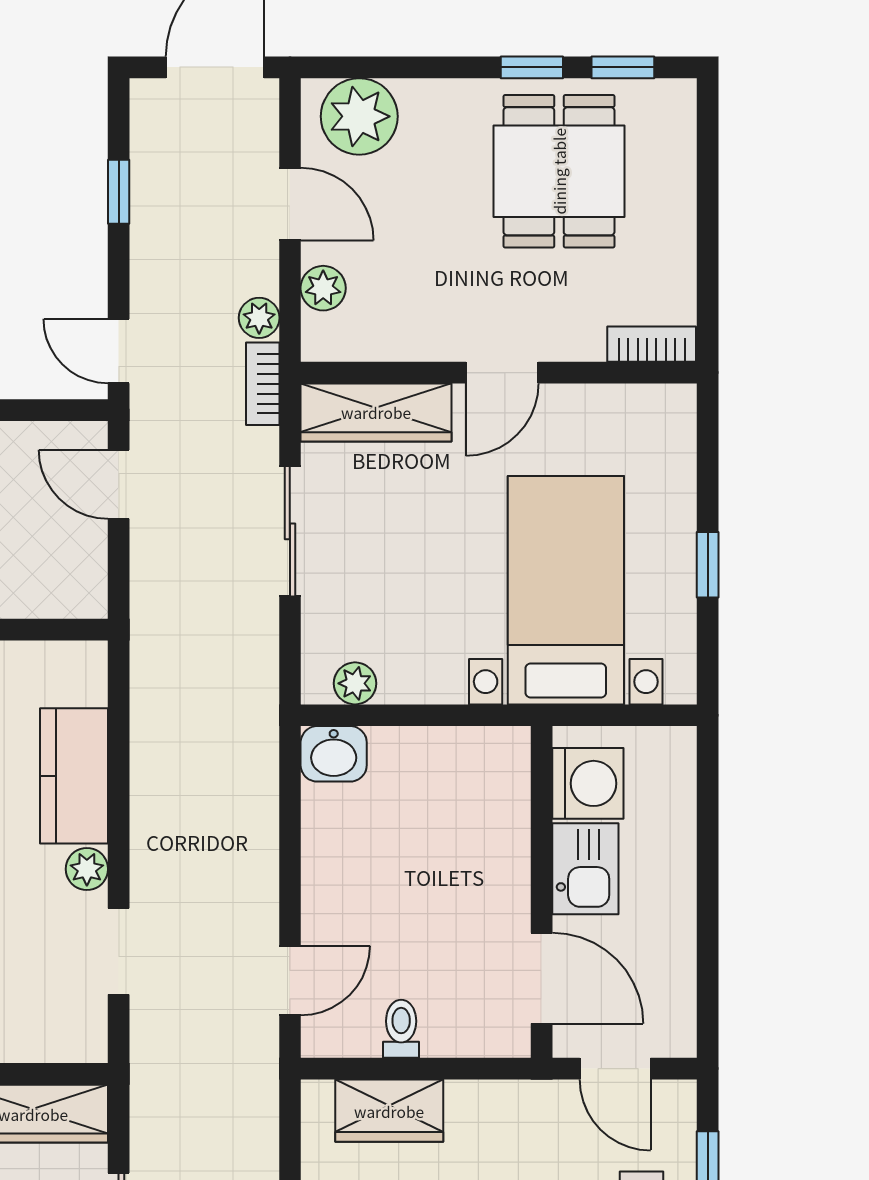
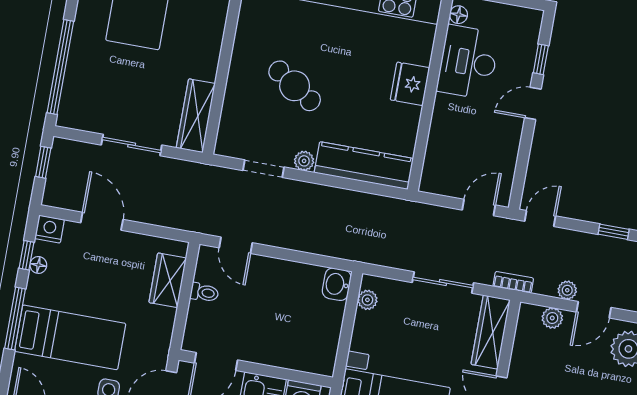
plant: (259, 318) -> (567, 290), moved
kitchen counter: (74, 776) -> (364, 166), width x1.50

